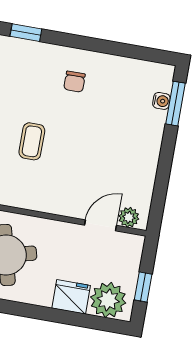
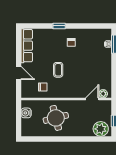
window: (26, 33) -> (59, 26), moved
fridge: (71, 297) -> (85, 130), removed

